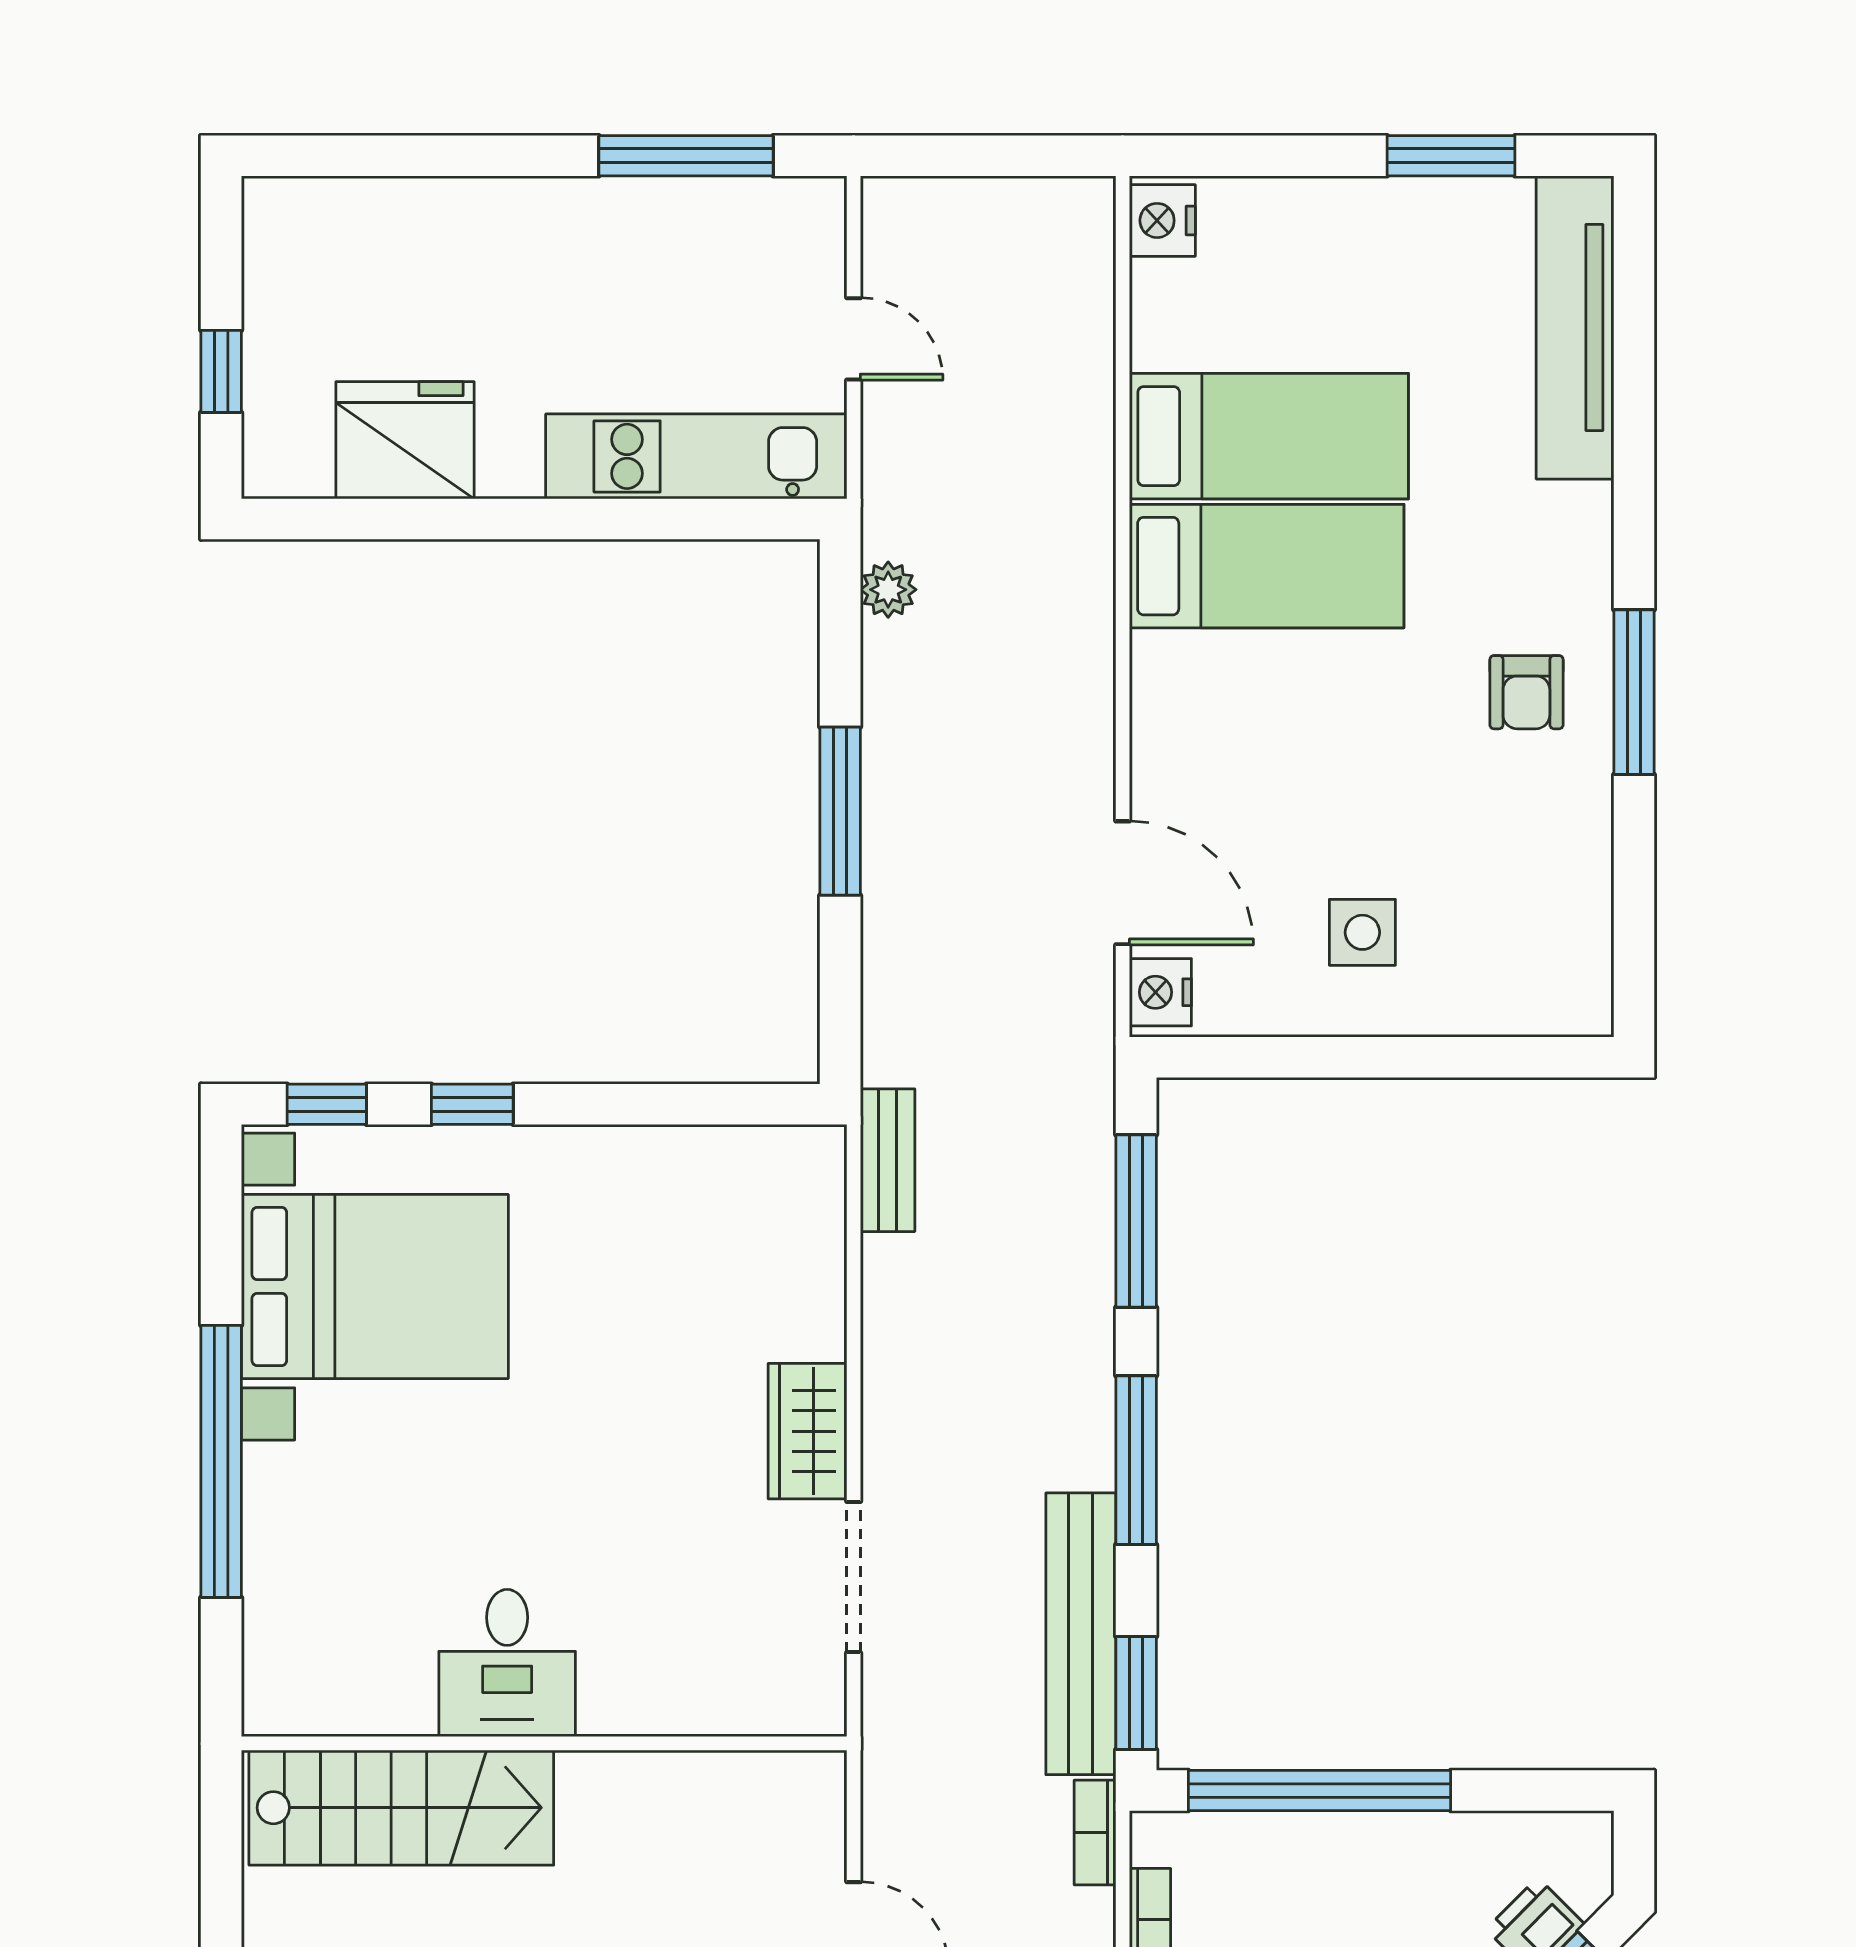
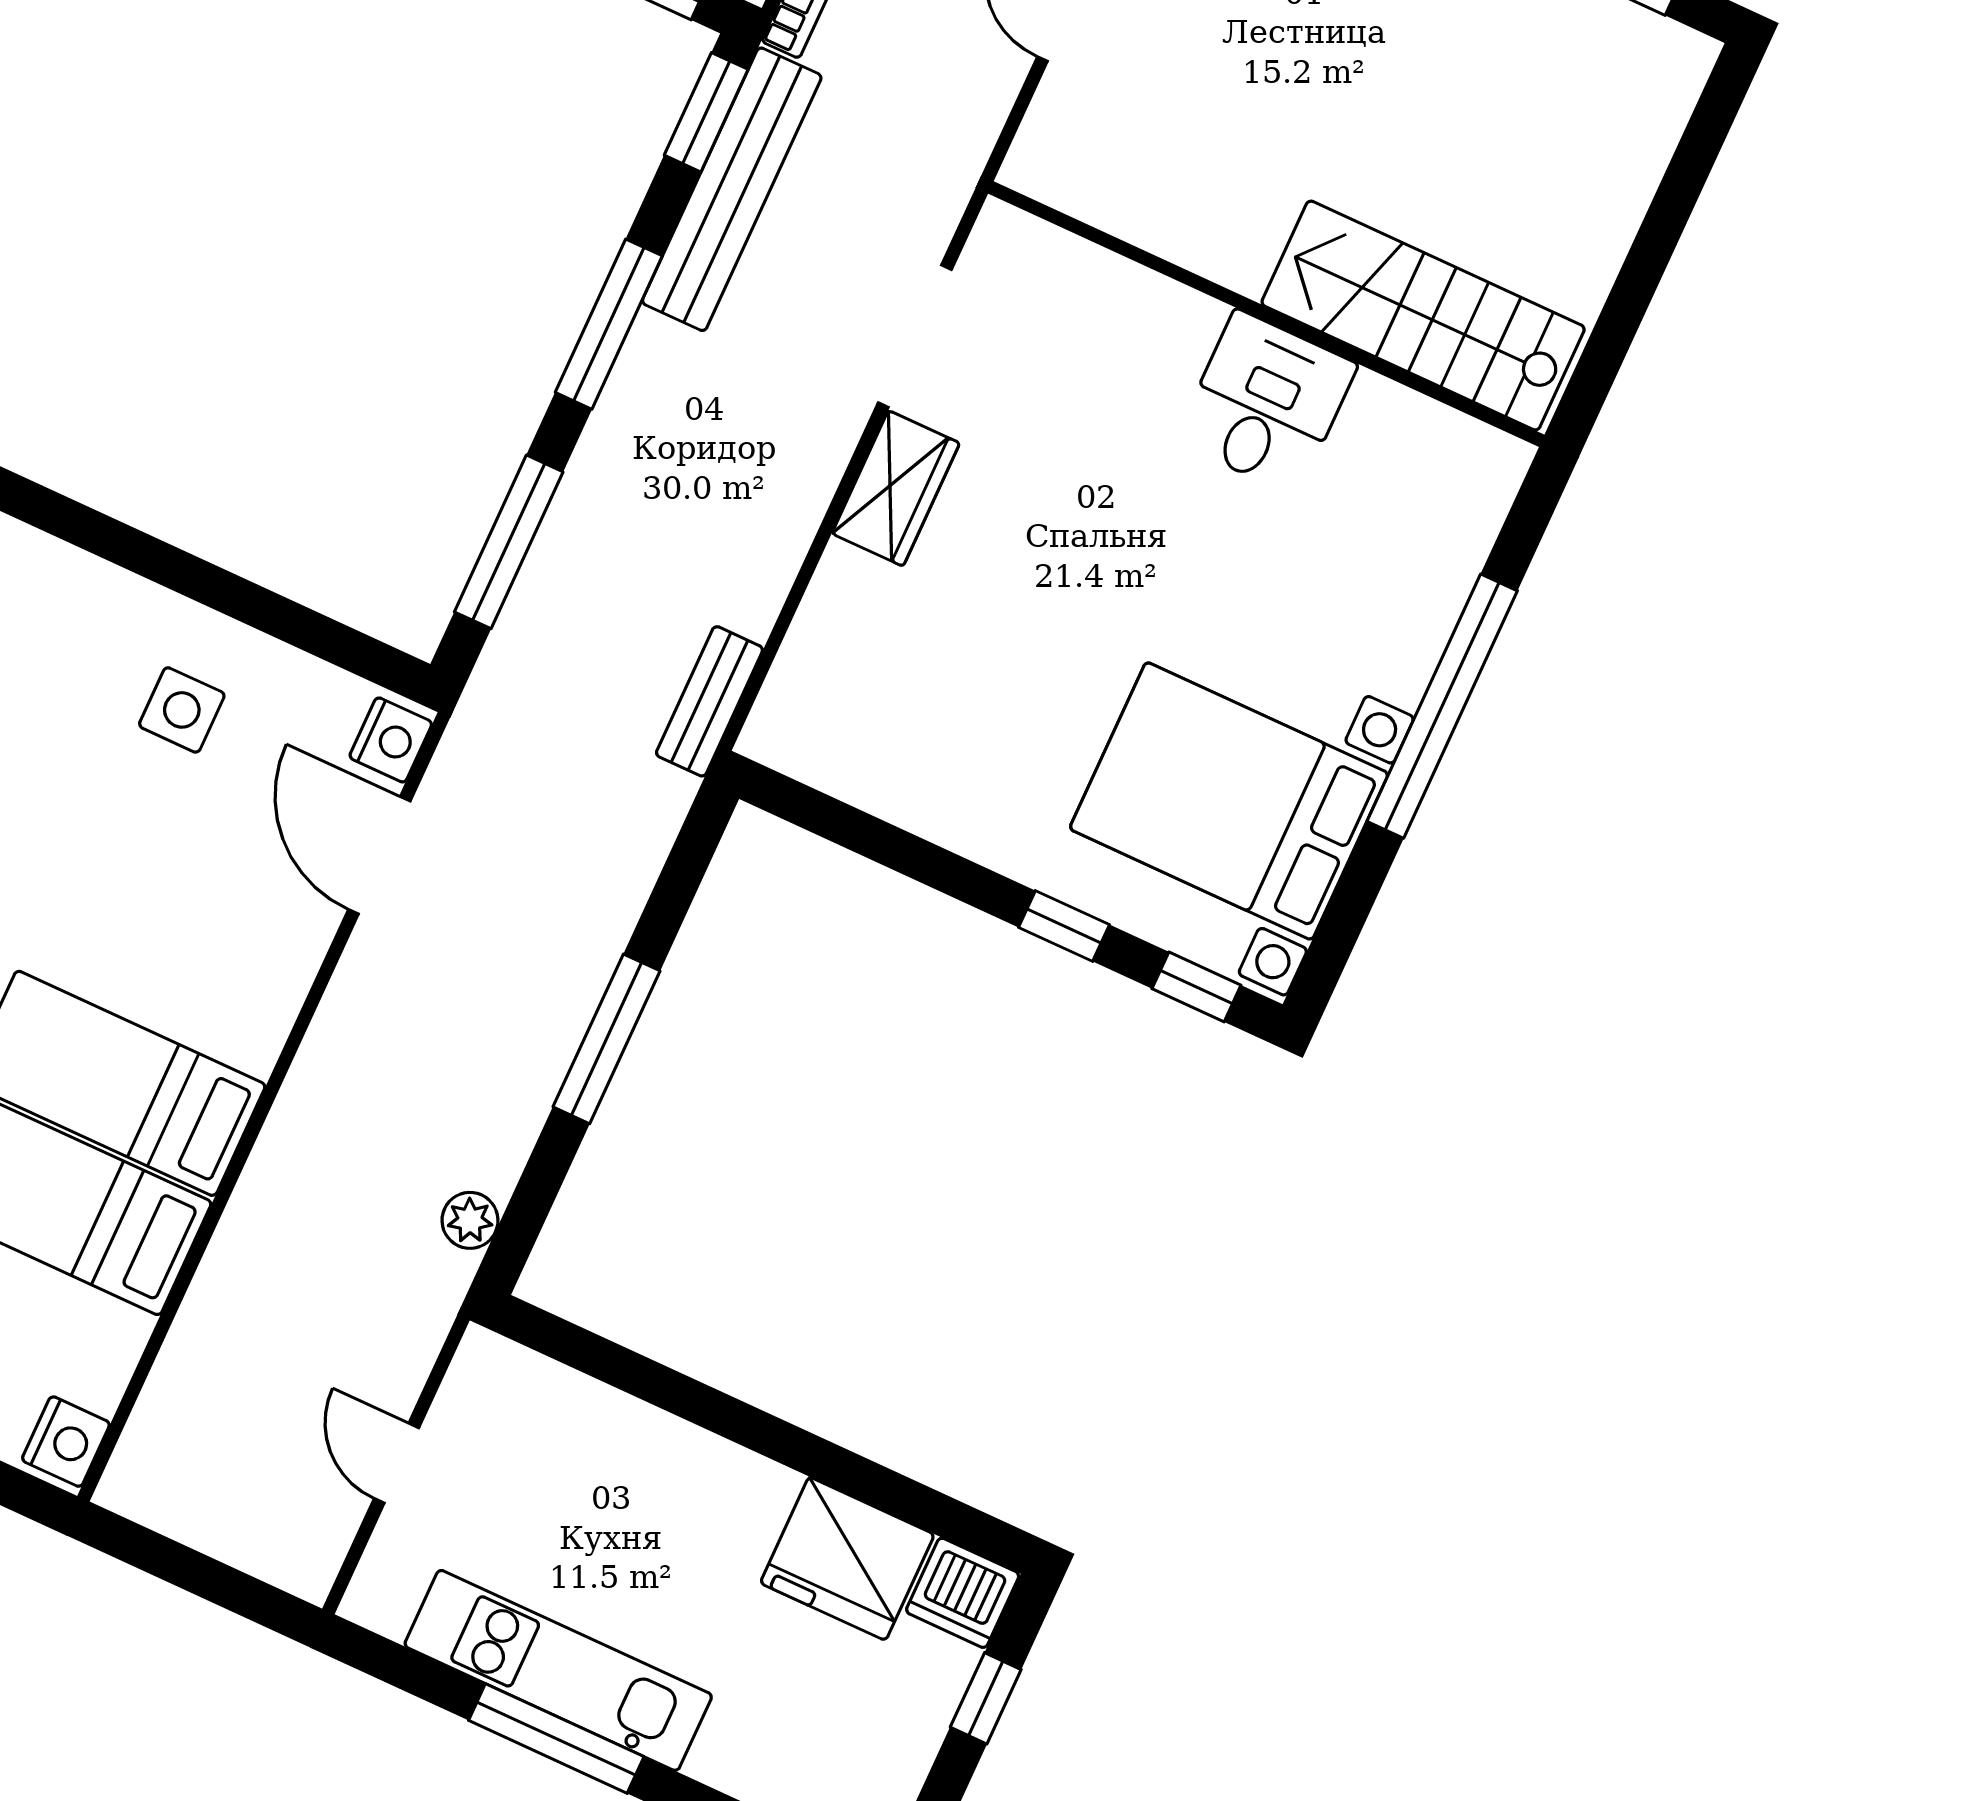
window: (686, 156) -> (556, 1739), moved
kitchen unit: (696, 456) -> (558, 1670), moved, turned 180
dishwasher: (286, 457) -> (963, 1593), added

